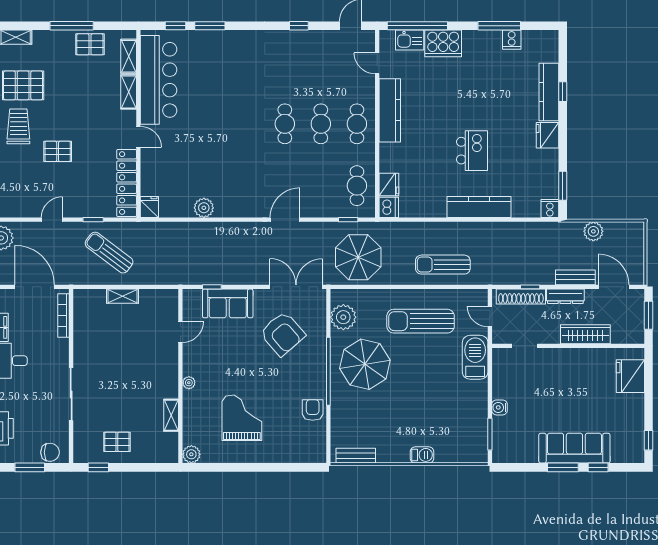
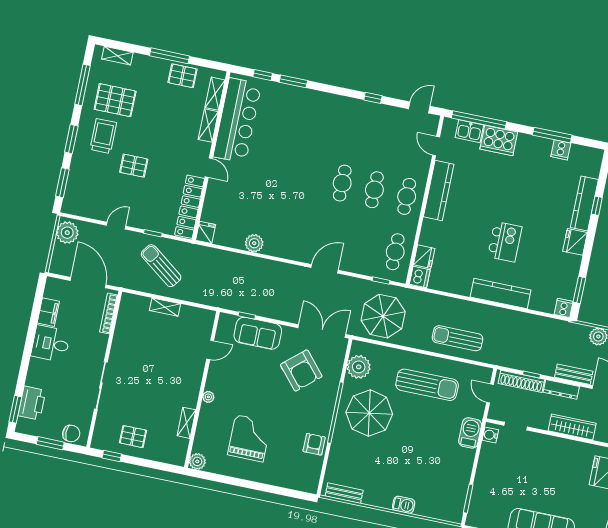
sun lounger: (421, 321) -> (427, 385), turned 180
barbecue: (475, 357) -> (470, 433), width x0.73, depth x0.83
water cooler: (499, 407) -> (490, 435), moved

